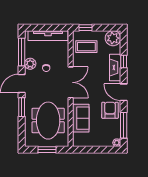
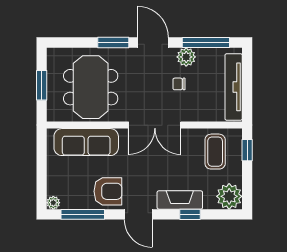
door: (124, 92) -> (138, 214), swing flipped
sofa: (81, 118) -> (86, 142), width x1.36
meeting table: (48, 121) -> (91, 87), turned 90

